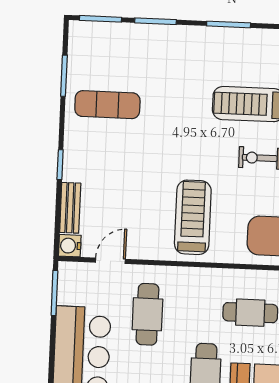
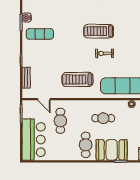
treadmill: (193, 217) -> (78, 79), turned -90
water cooler: (70, 246) -> (27, 18), moved
door: (110, 261) -> (44, 99), swing flipped

